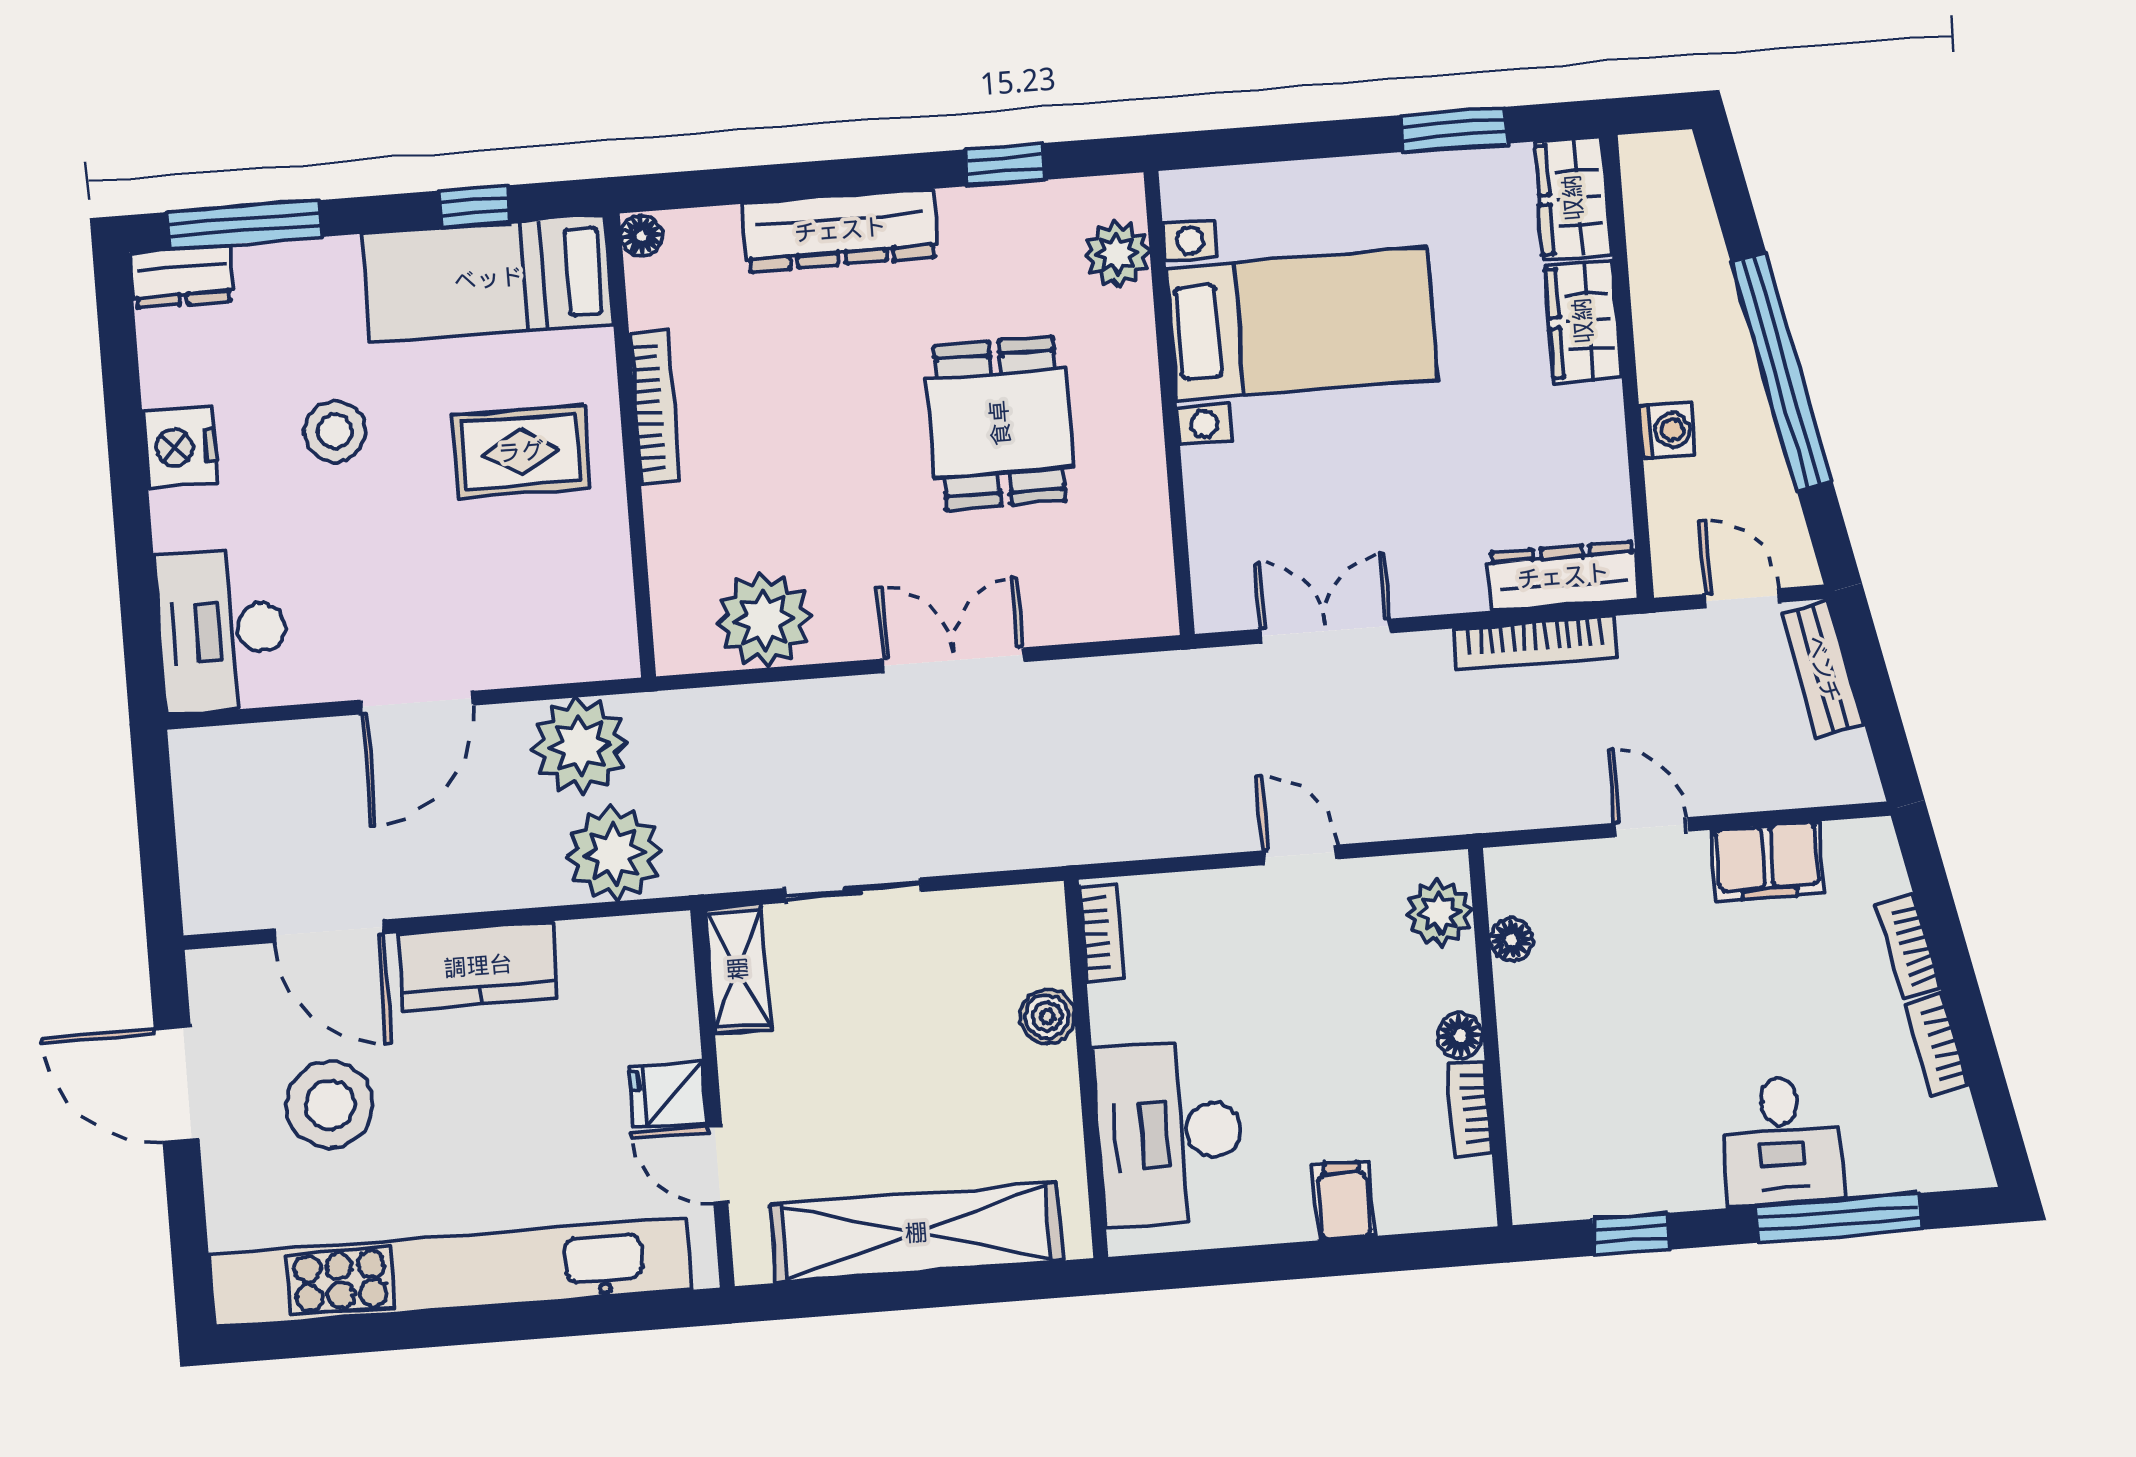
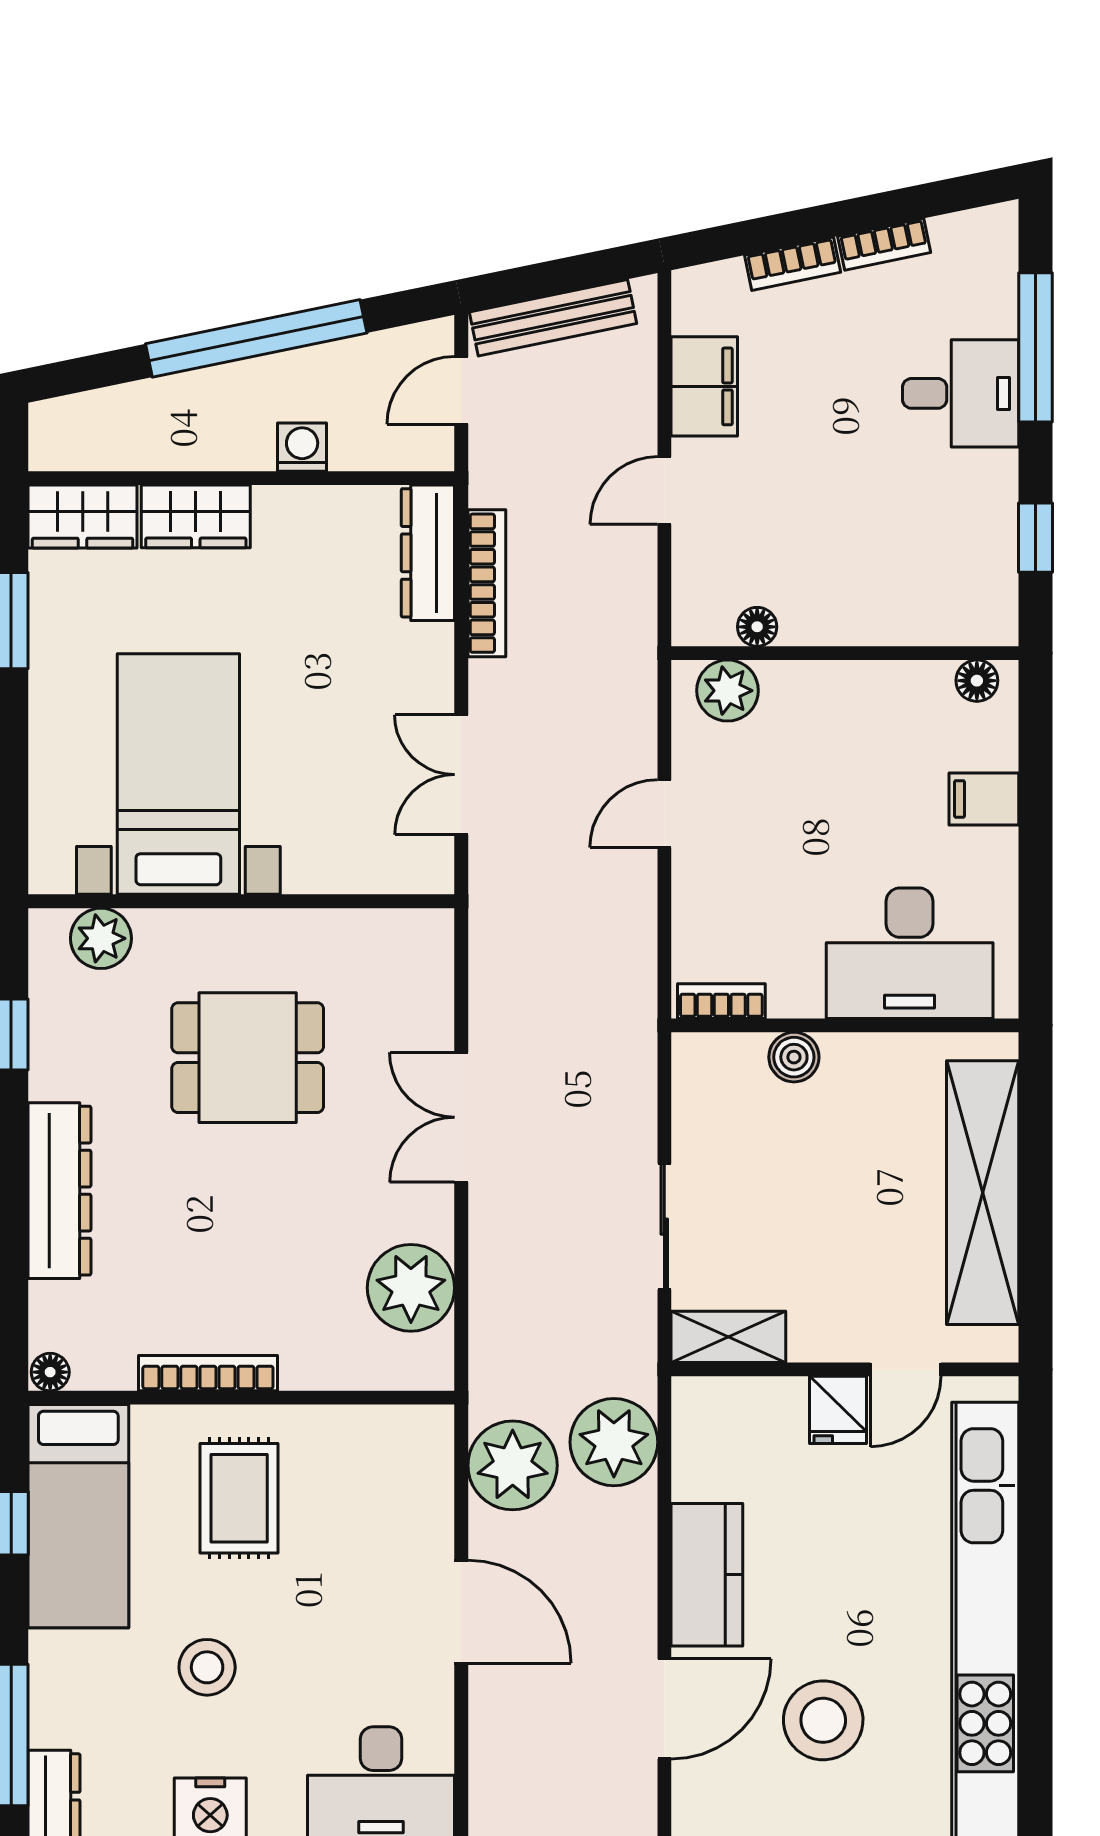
bench: (1823, 669) -> (553, 318), width x1.36
floor lamp: (1460, 1036) -> (977, 681), moved
bookcase: (1470, 1109) -> (909, 677), removed

